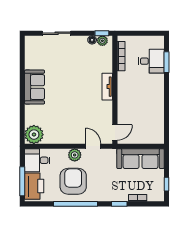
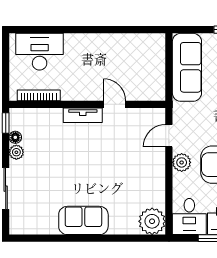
plant: (102, 41) -> (16, 152), moved
desk: (151, 61) -> (40, 52), width x1.37
window: (167, 62) -> (47, 30), removed
door: (115, 133) -> (115, 104), moved

